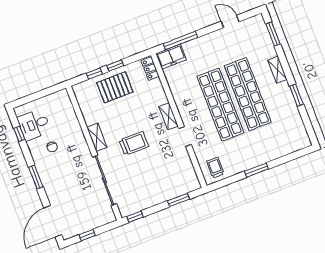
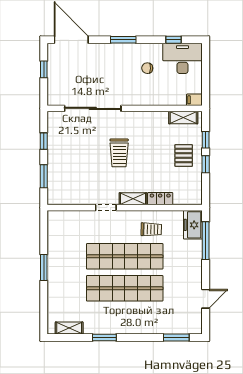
locker: (150, 69) -> (160, 199), moved
shelving: (277, 70) -> (69, 328), moved
pallet: (115, 87) -> (184, 155), width x0.67, depth x0.71
filing cabinet: (64, 96) -> (194, 100), added
desk: (34, 125) -> (183, 58), width x1.37
shelving: (97, 137) -> (183, 118), moved
trolley: (215, 168) -> (151, 229), moved
window: (135, 217) -> (44, 141), moved

